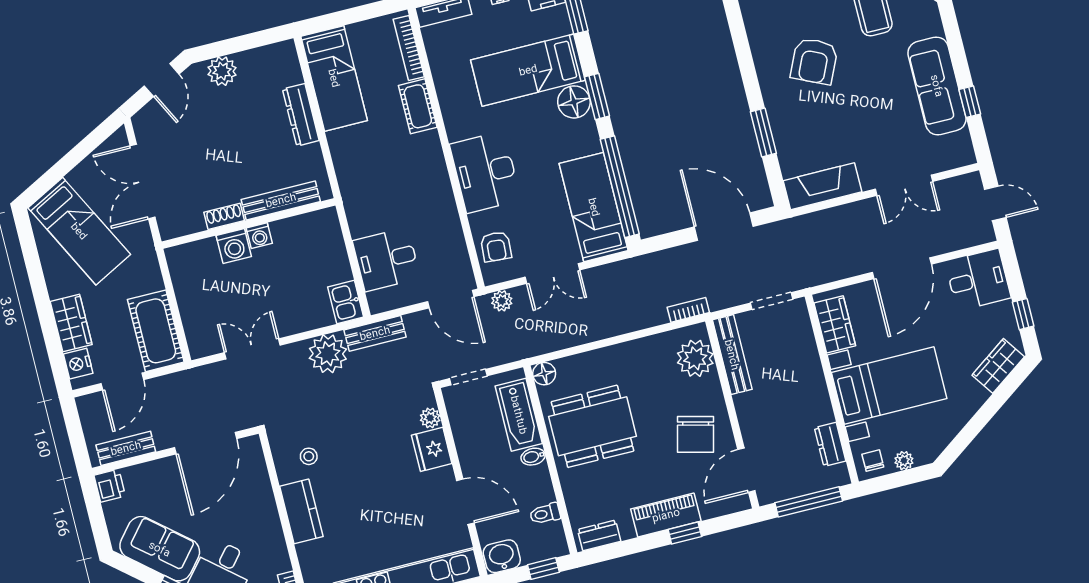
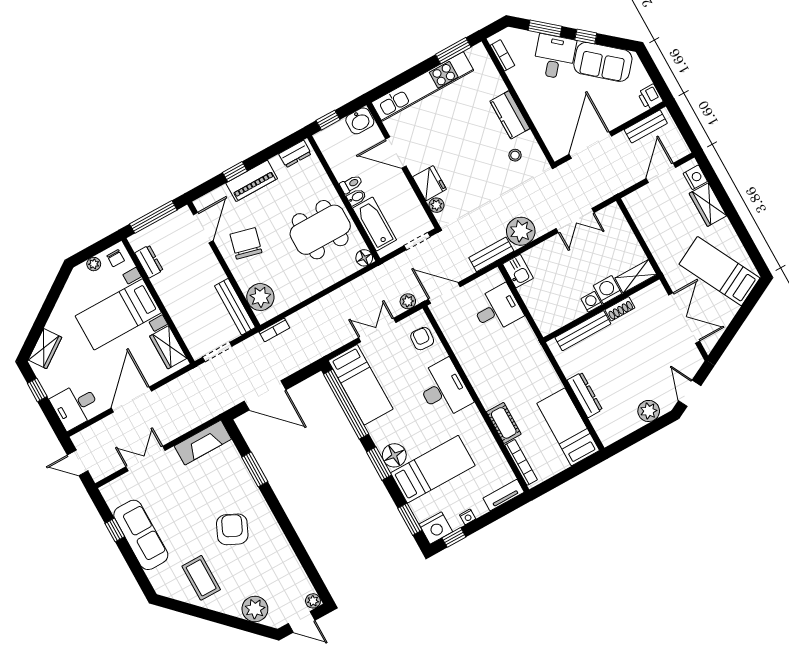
shelving: (192, 254) -> (636, 276), added
cot: (156, 331) -> (647, 215), removed
toilet: (545, 514) -> (351, 184), moved

